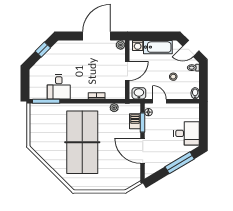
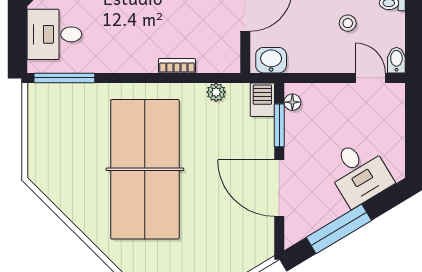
desk: (59, 87) -> (54, 34), moved, turned 90
door: (159, 101) -> (370, 78), moved
barbecue: (135, 121) -> (262, 100), moved
desk: (186, 133) -> (359, 173), moved, turned 59
window: (180, 163) -> (339, 229), moved

